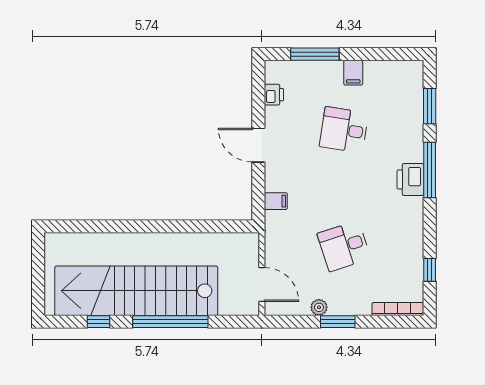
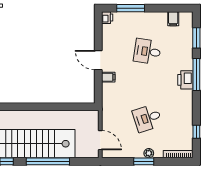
filing cabinet: (353, 73) -> (173, 19), moved
printer: (274, 95) -> (107, 18), moved
filing cabinet: (276, 201) -> (108, 77), moved
plant: (319, 307) -> (149, 153), moved

